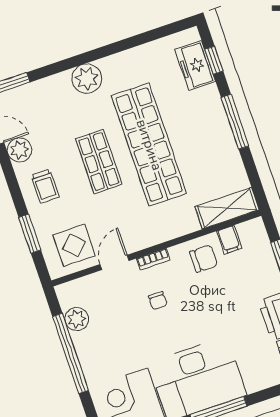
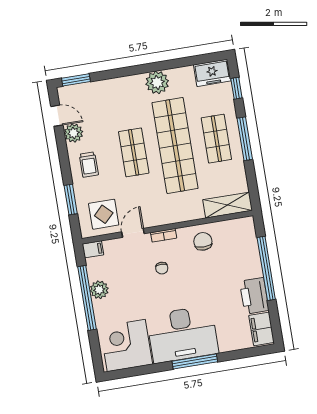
freezer: (195, 65) -> (212, 73), moved, turned -90
plant: (87, 79) -> (157, 82), moved
shop shelf: (199, 127) -> (216, 139), added
filing cabinet: (229, 240) -> (93, 249), moved, turned -90
chair: (204, 259) -> (203, 241), turned -90
plant: (77, 319) -> (99, 290), moved

